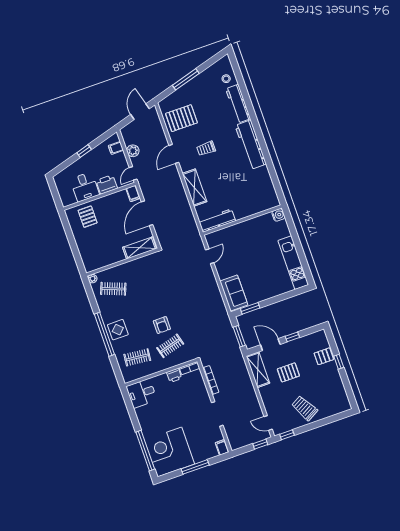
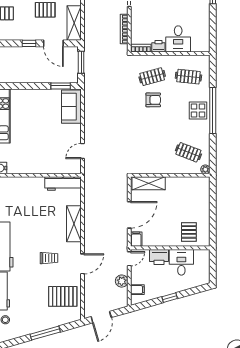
armchair: (162, 325) -> (153, 100), turned 90
desk: (142, 393) -> (178, 39), moved, turned 90

